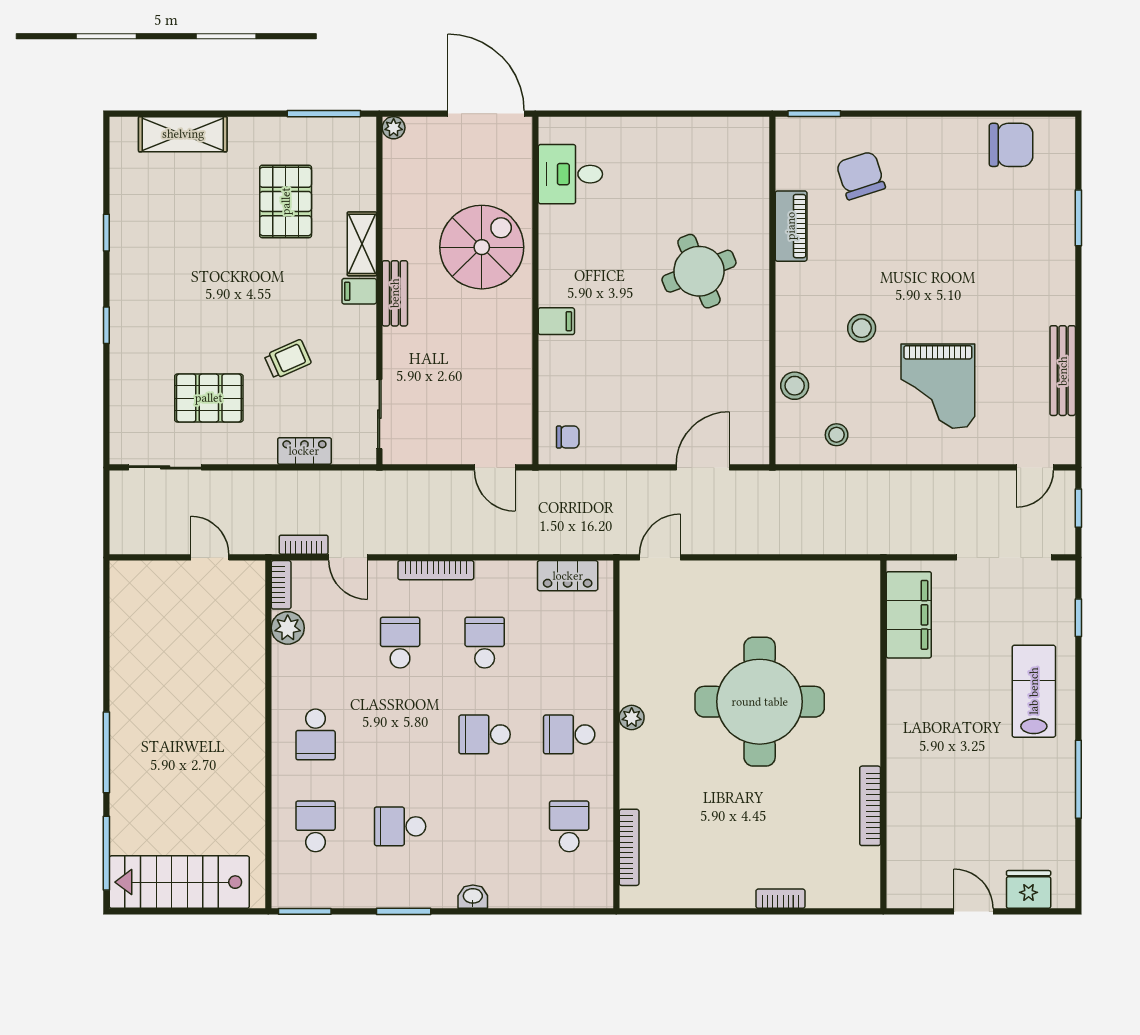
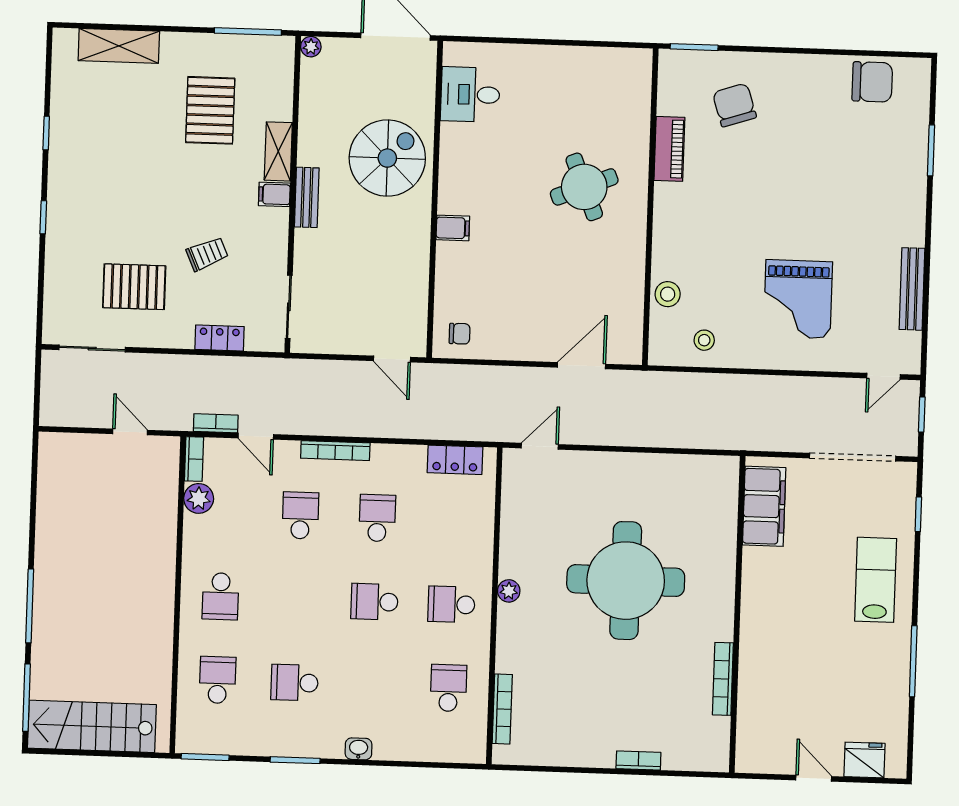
stool: (862, 328) -> (730, 244), removed

